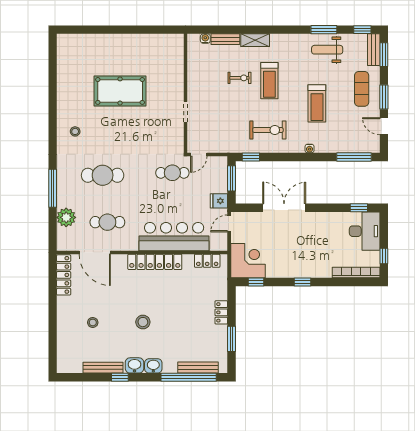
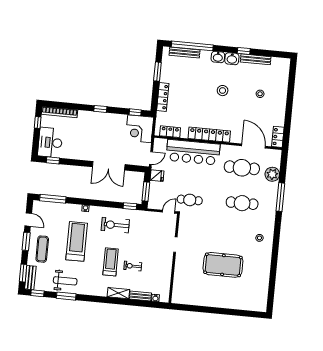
treadmill: (317, 103) -> (77, 241), width x1.37, depth x1.38
cafe table: (107, 222) -> (242, 168), width x1.37, depth x1.35
locker: (64, 275) -> (278, 137), width x0.66
locker: (221, 312) -> (163, 97), width x1.53

